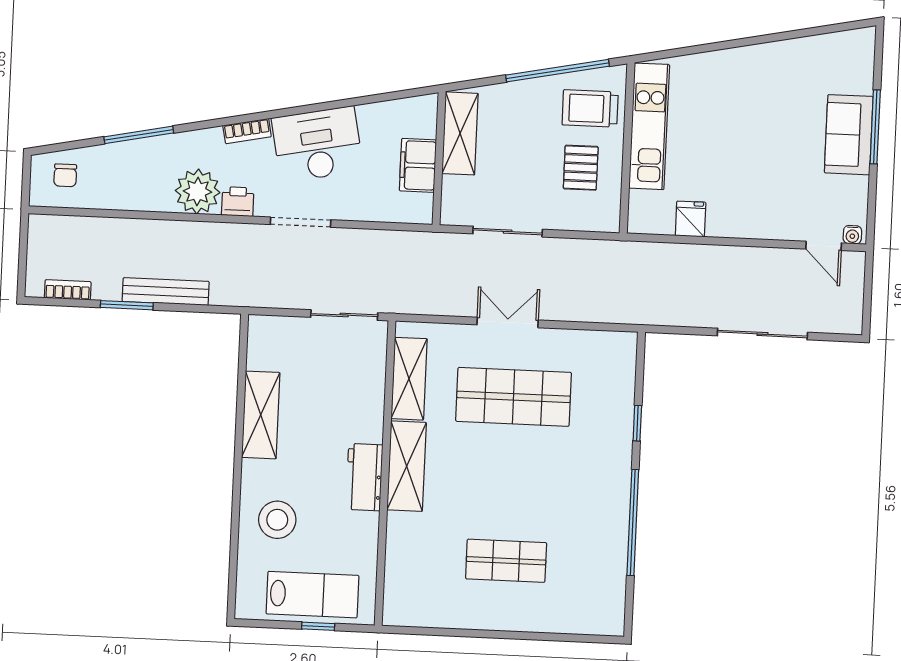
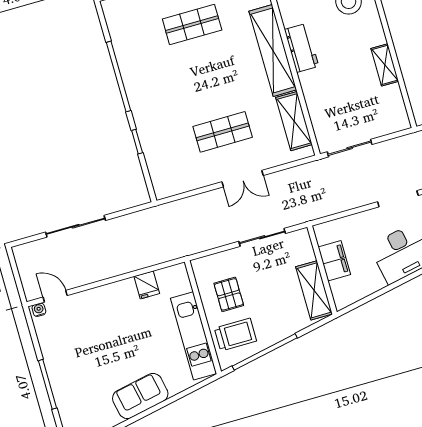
sofa: (849, 135) -> (140, 396), moved, turned -101
shop shelf: (514, 397) -> (223, 132), width x0.70, depth x0.74
shelving: (261, 415) -> (385, 65), width x0.67, depth x0.75
shelving: (407, 466) -> (273, 51), width x1.47

